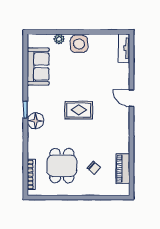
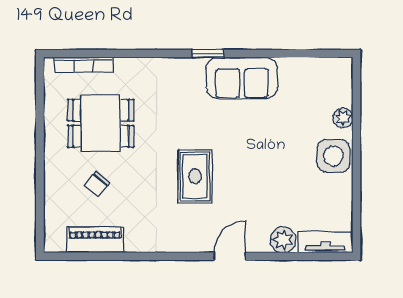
sofa: (38, 67) -> (242, 78), moved
plant: (123, 70) -> (283, 240), added
rug: (79, 110) -> (195, 176), moved
floor lamp: (36, 121) -> (187, 73), removed

